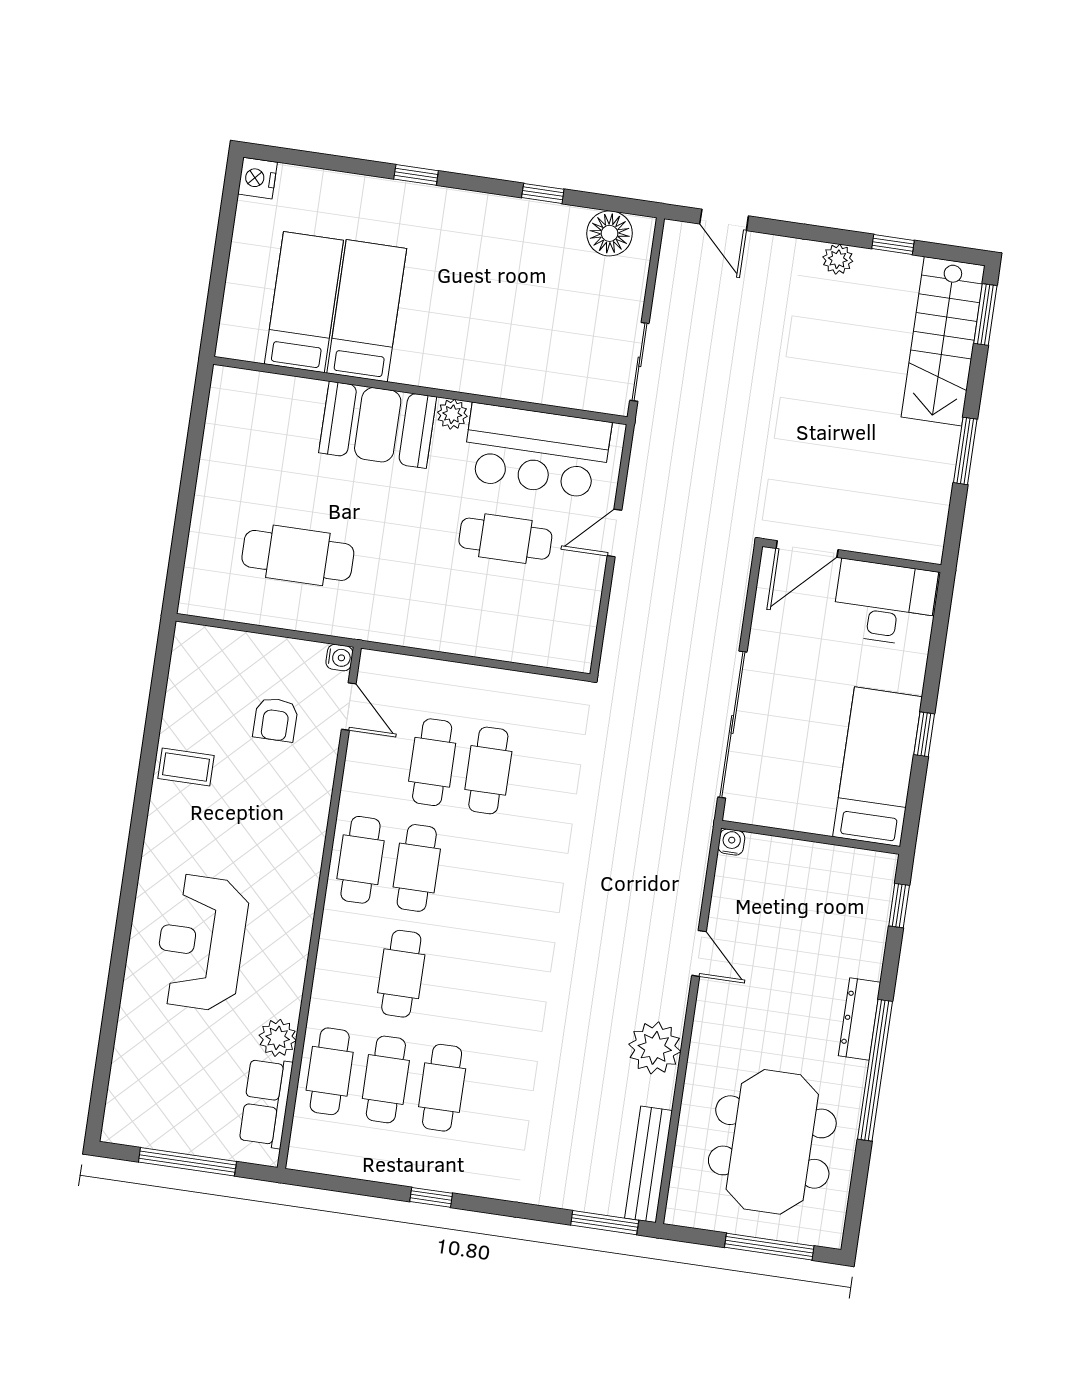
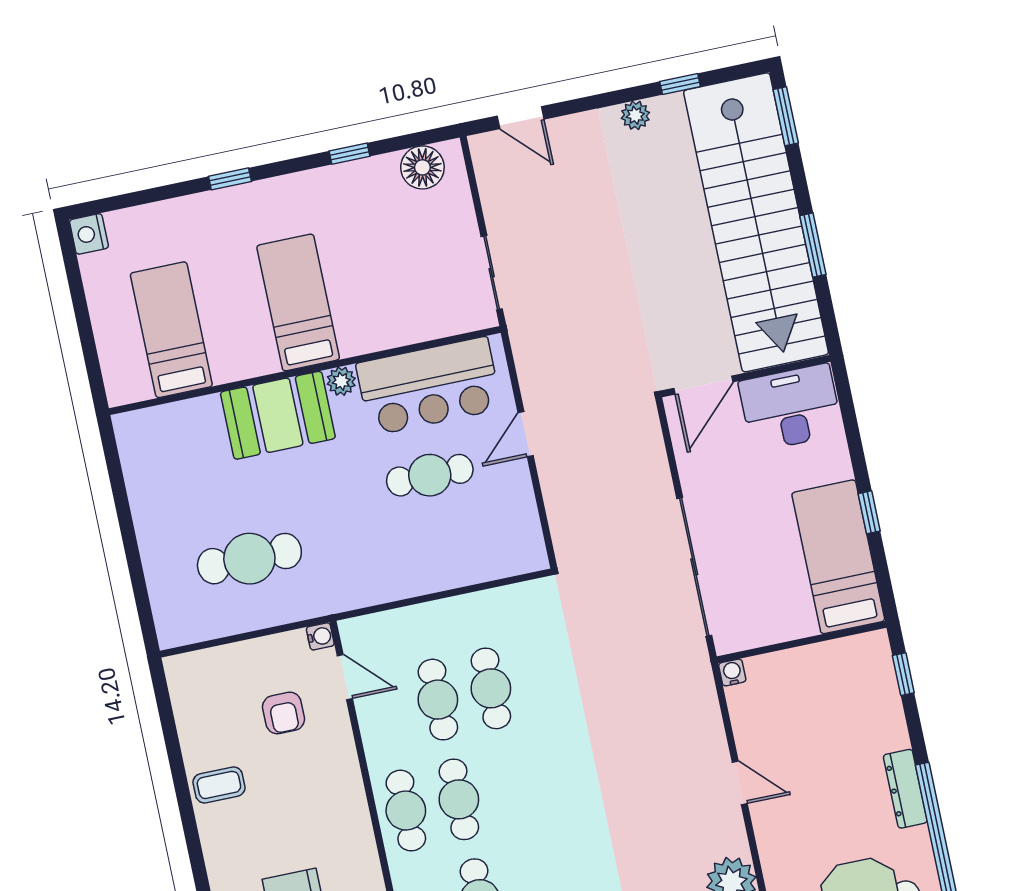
bed: (367, 311) -> (298, 302), moved
stairs: (943, 341) -> (756, 222), width x1.86, depth x1.51

